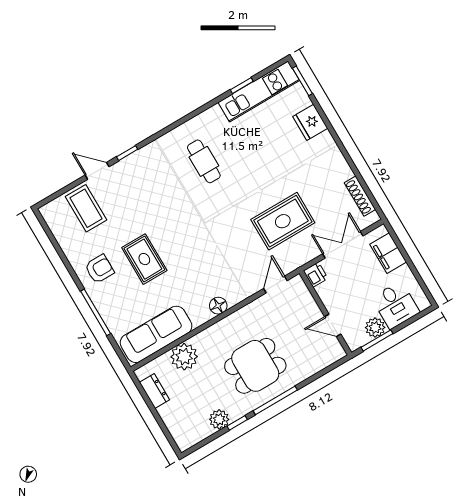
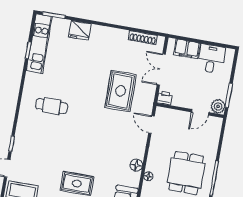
desk: (396, 305) -> (211, 59), moved, turned -90
plant: (375, 328) -> (218, 106), moved
floor lamp: (217, 329) -> (148, 176), added

